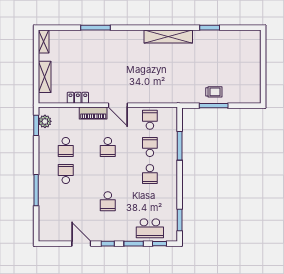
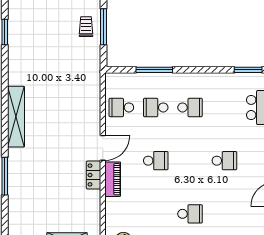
shelving: (168, 37) -> (16, 117), moved
locker: (78, 98) -> (94, 175), moved
school desk: (66, 147) -> (156, 214), removed
school desk: (66, 174) -> (190, 214), turned 180

